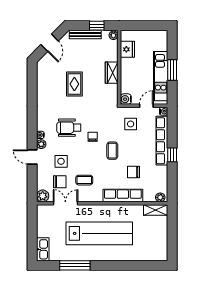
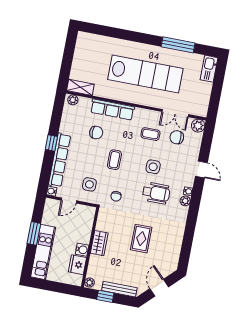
kitchen unit: (161, 76) -> (43, 252), moved
water cooler: (126, 99) -> (82, 250), moved
chair: (93, 137) -> (116, 196), moved
plant: (41, 144) -> (185, 201), moved
side table: (61, 161) -> (153, 167), moved
lab bench: (99, 233) -> (145, 74), turned 180

